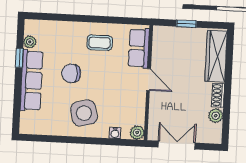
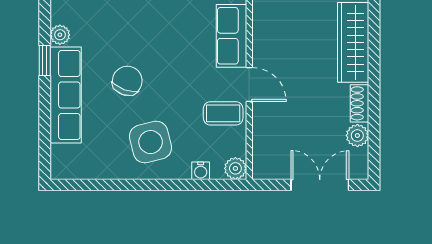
coffee table: (100, 43) -> (223, 113), moved
chair: (71, 73) -> (127, 81), turned 110
double door: (177, 145) -> (320, 185), moved

